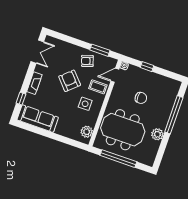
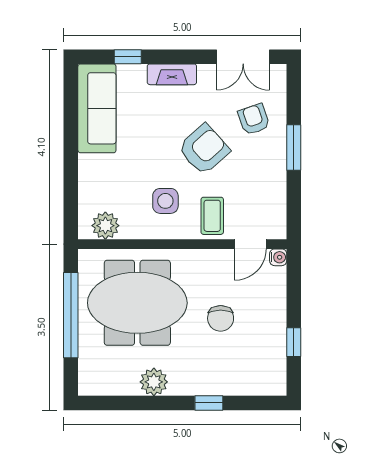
window: (100, 50) -> (294, 148), moved
armchair: (87, 61) -> (254, 119), moved
window: (147, 67) -> (294, 342), moved
door: (115, 75) -> (250, 244), swing flipped
window: (174, 115) -> (209, 403), width x0.32
meeting table: (123, 130) -> (137, 303), turned 90

